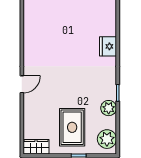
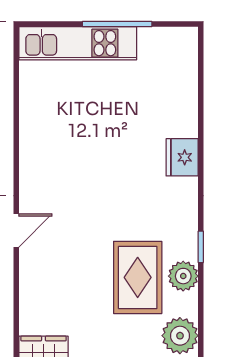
rug: (72, 127) -> (138, 277), moved

